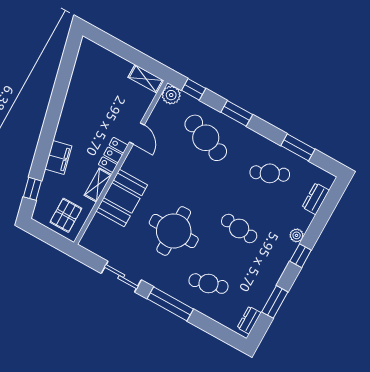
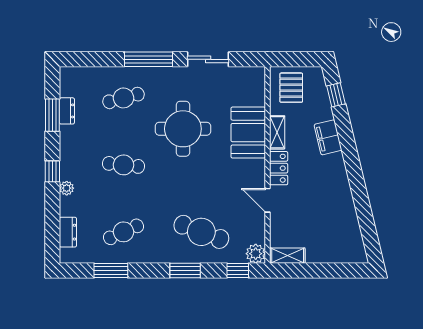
dresser: (249, 320) -> (67, 111), moved

